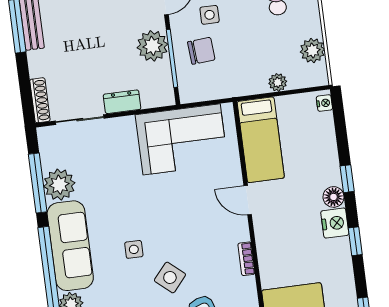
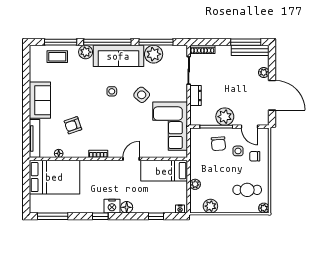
window: (347, 179) -> (156, 216), moved
side table: (170, 278) -> (142, 95), moved

